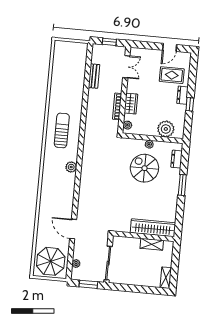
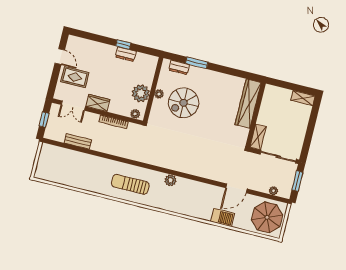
double door: (126, 67) -> (73, 106), swing flipped
rug: (172, 75) -> (75, 77), moved, turned 90
dresser: (182, 95) -> (126, 54), moved
wardrobe: (131, 104) -> (98, 103), moved
plant: (166, 129) -> (141, 93), moved
window: (182, 185) -> (197, 63), moved
barbecue: (44, 220) -> (223, 217), added
shelving: (152, 244) -> (258, 137), moved

